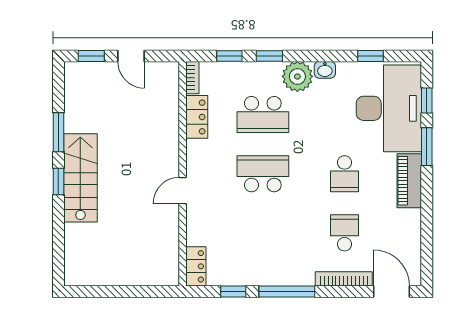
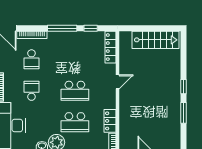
school desk: (263, 115) -> (75, 122), turned 180
stairs: (80, 178) -> (156, 40), moved, turned -90
locker: (196, 266) -> (110, 47), width x1.53

